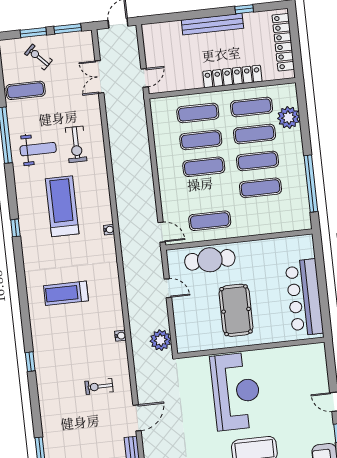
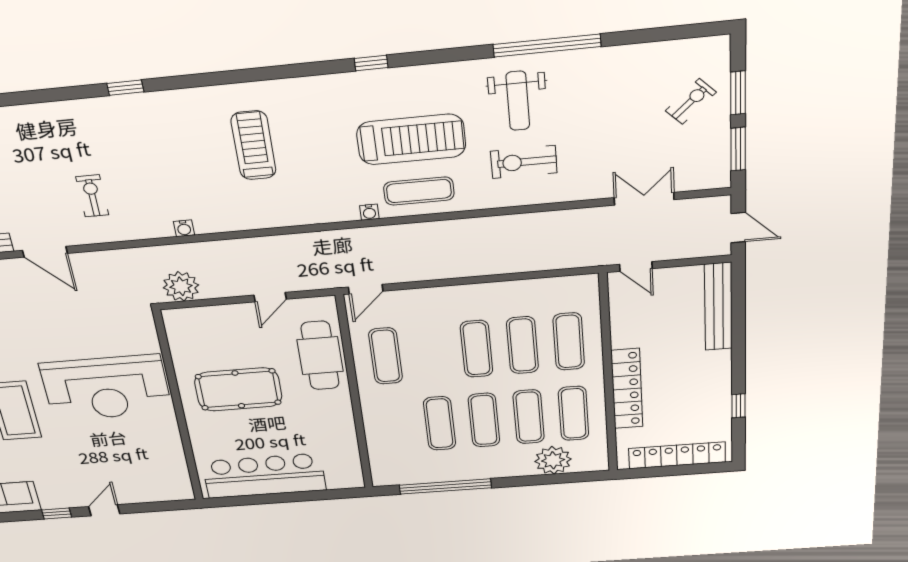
bench: (212, 24) -> (718, 307), moved
exercise mat: (26, 90) -> (419, 191), moved, turned 90

